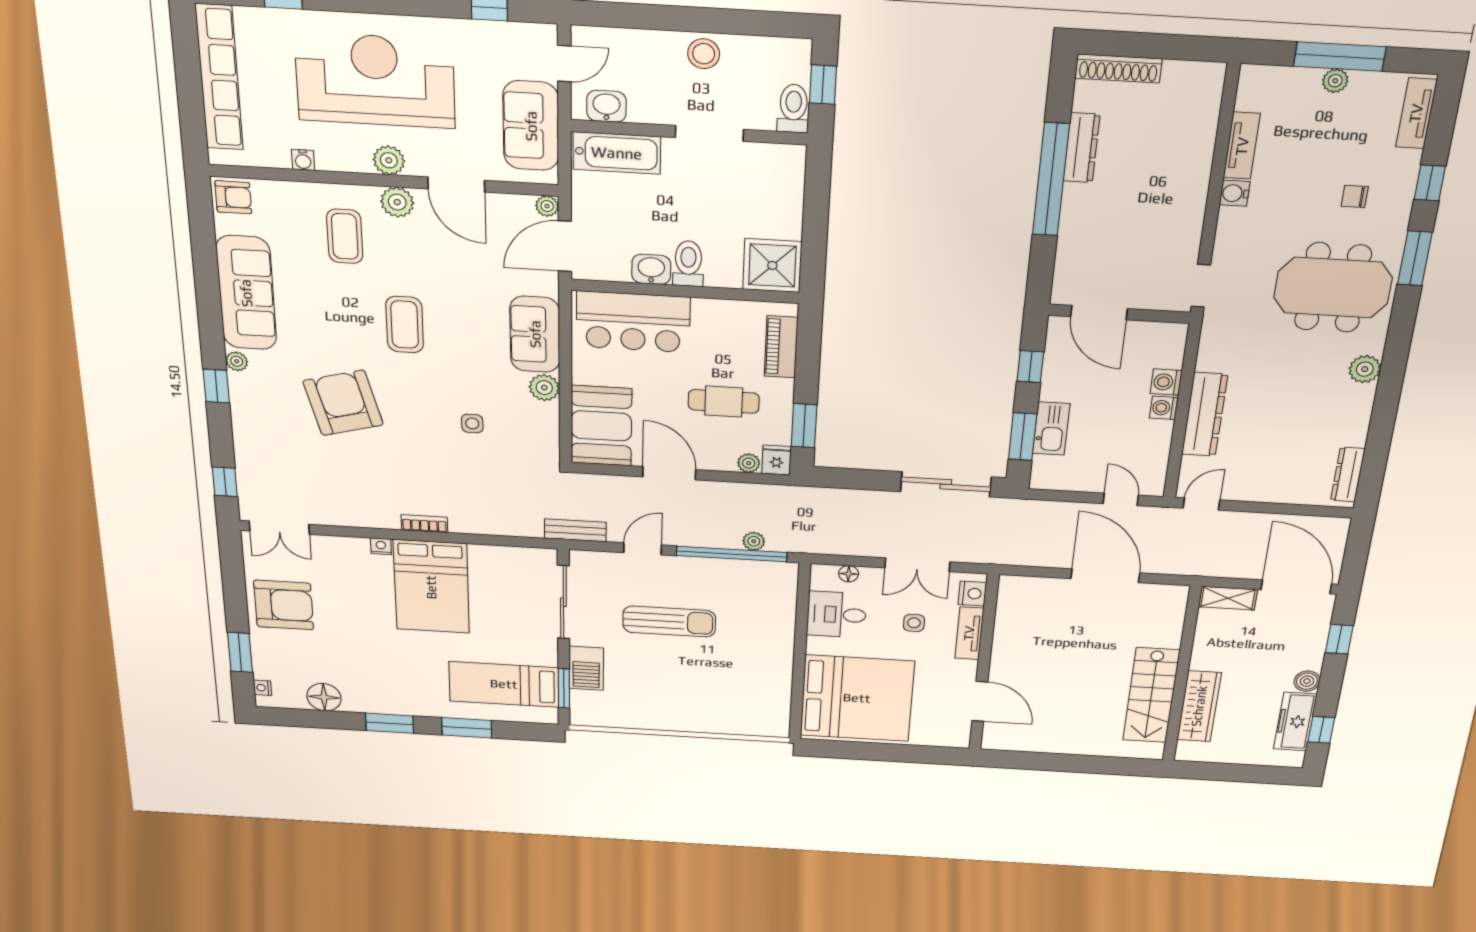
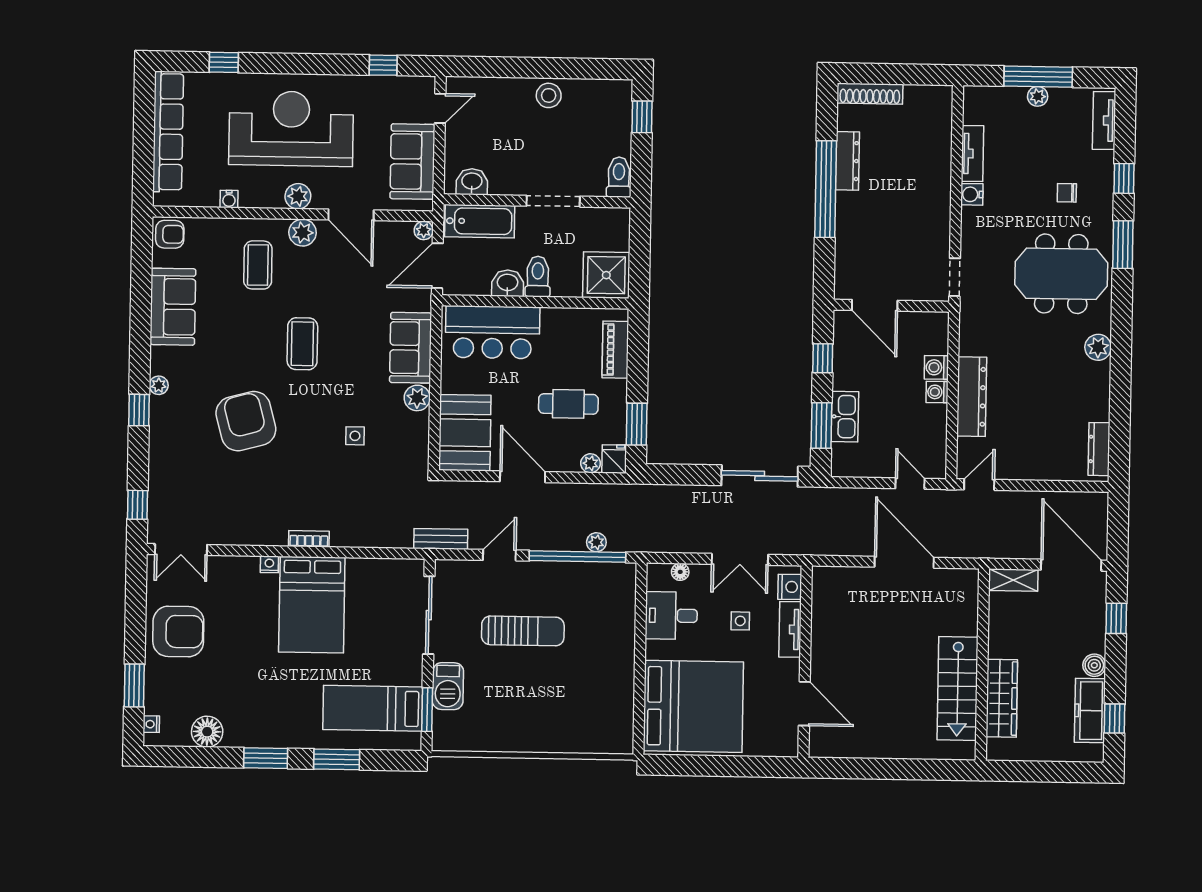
washbasin: (606, 106) -> (472, 182), moved
toilet: (793, 108) -> (619, 177), moved
wall: (689, 132) -> (537, 201), moved
doorway: (709, 133) -> (553, 201), moved
bathtub: (617, 153) -> (480, 221), moved
sofa: (246, 293) -> (173, 307), width x0.73

